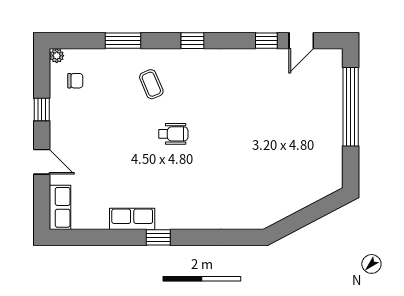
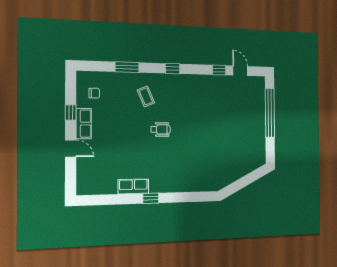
door: (301, 41) -> (240, 71), swing flipped
plant: (57, 56) -> (81, 76), removed
row of seats: (60, 207) -> (84, 124), moved

